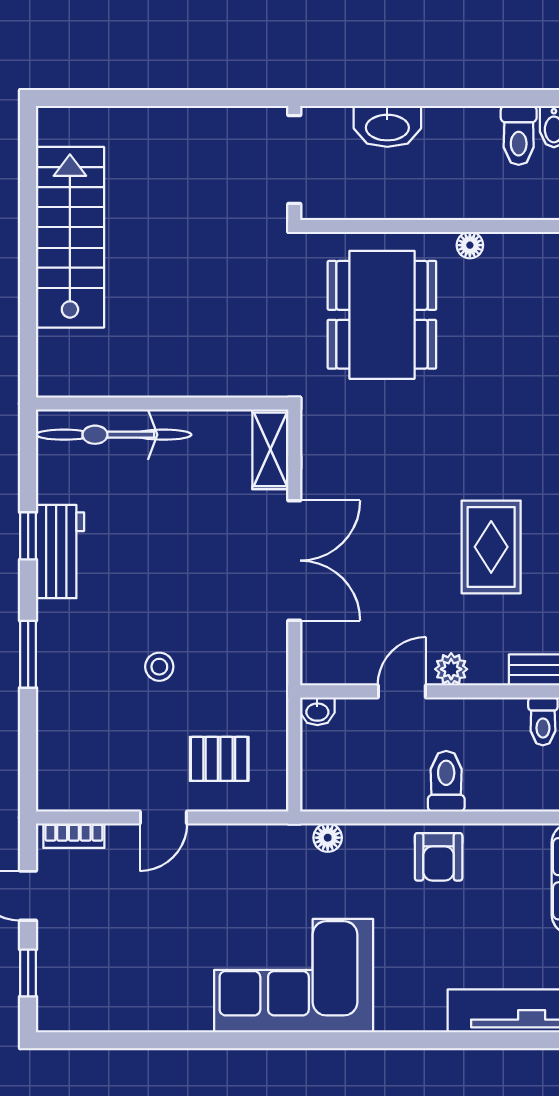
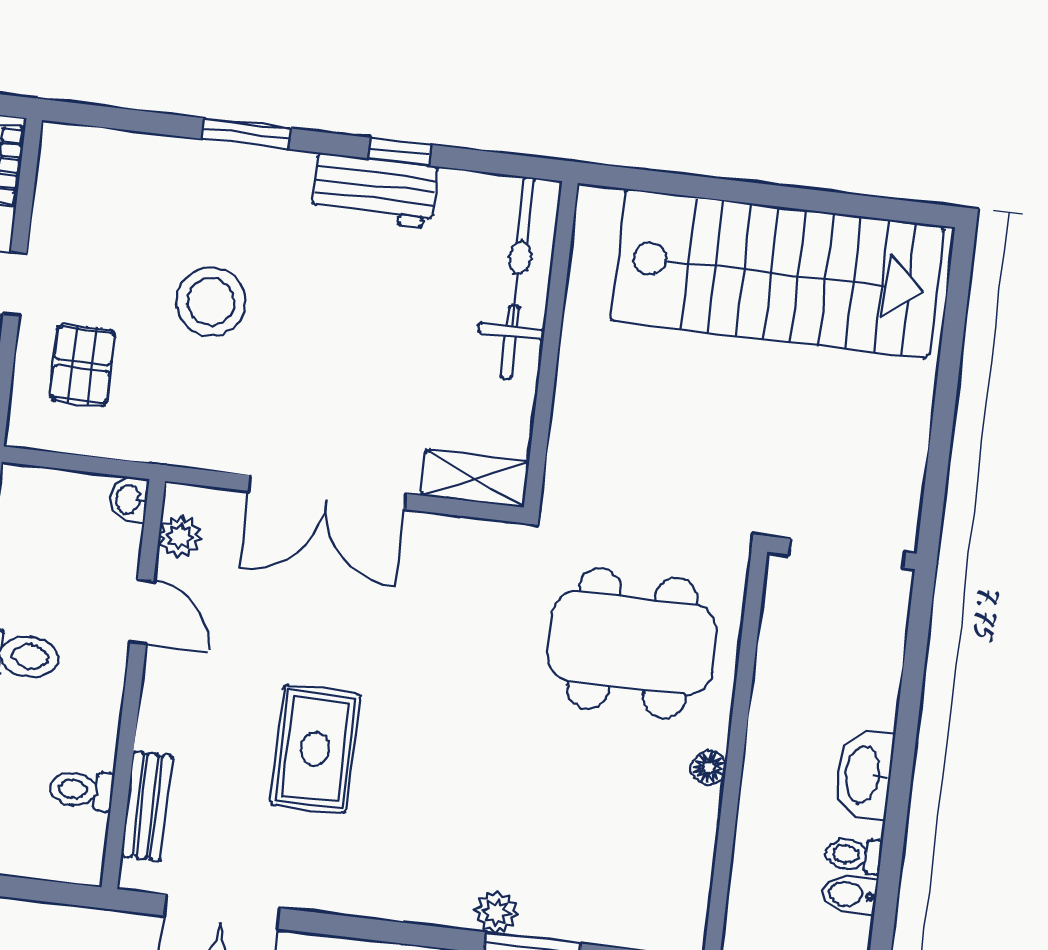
washbasin: (387, 126) -> (864, 775), moved
toilet: (519, 135) -> (853, 855), width x0.73, depth x0.72
stairs: (70, 237) -> (777, 274), width x1.36, depth x1.51
rug: (491, 547) -> (315, 749), turned 90
stool: (159, 667) -> (211, 302), width x1.89, depth x1.89
plant: (451, 669) -> (180, 537), moved

